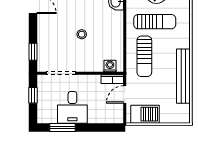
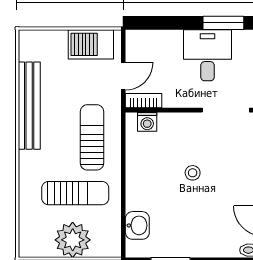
sun lounger: (155, 22) -> (75, 193), turned 180

